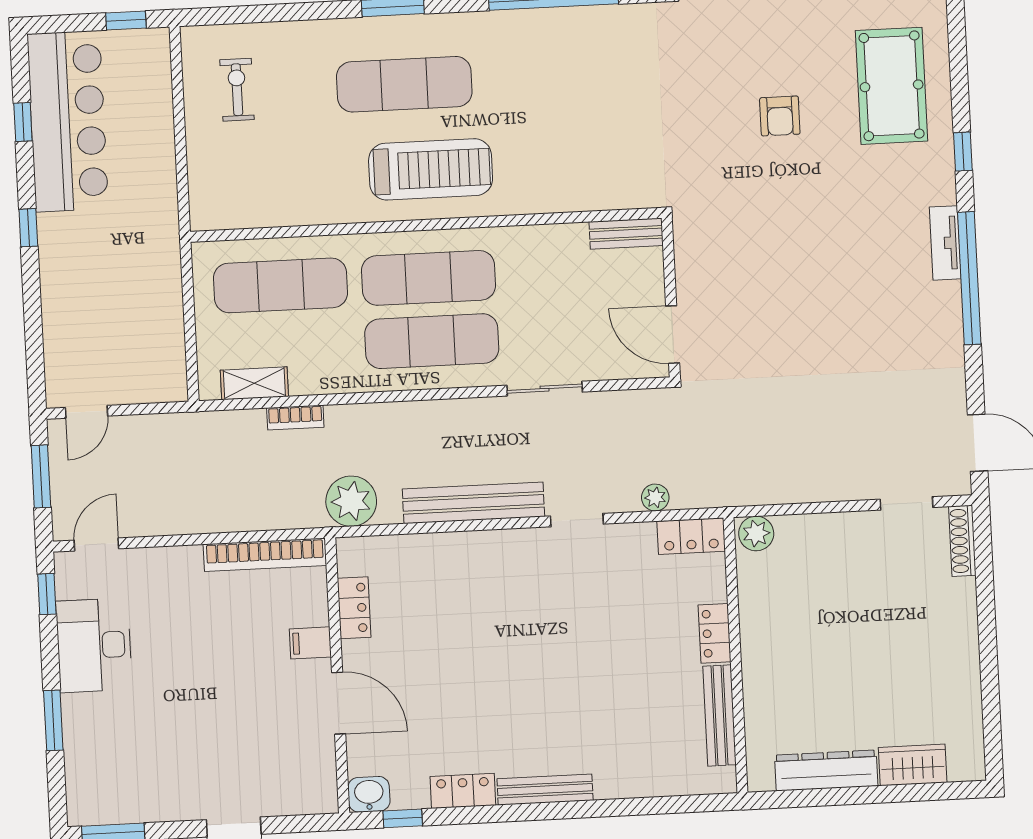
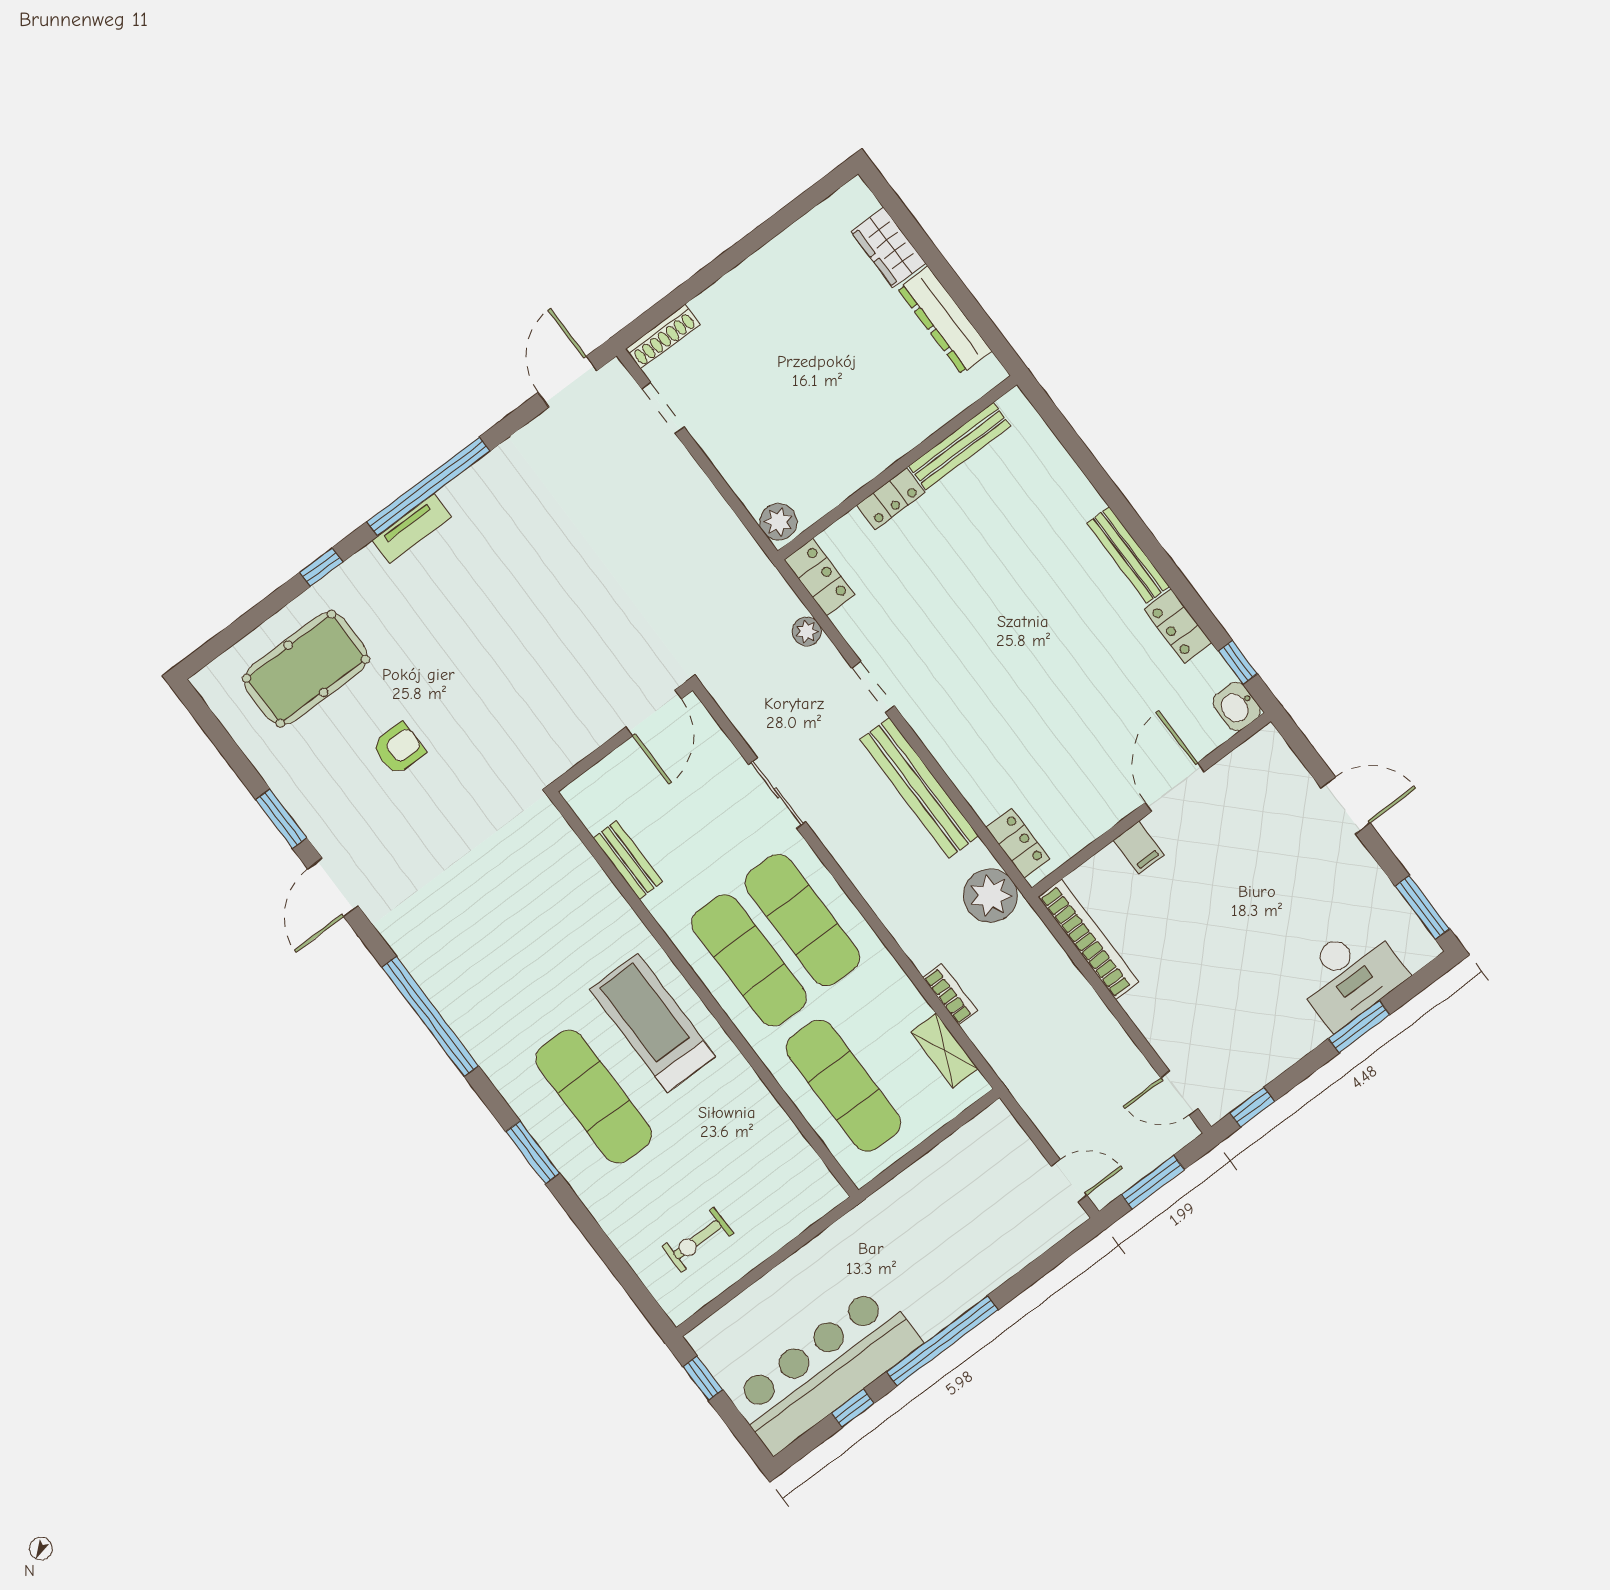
window: (28, 228) -> (942, 1341), width x3.17
bench: (626, 234) -> (628, 860), moved
locker: (354, 608) -> (1018, 843), moved, turned 90
desk: (94, 645) -> (1350, 975), moved

